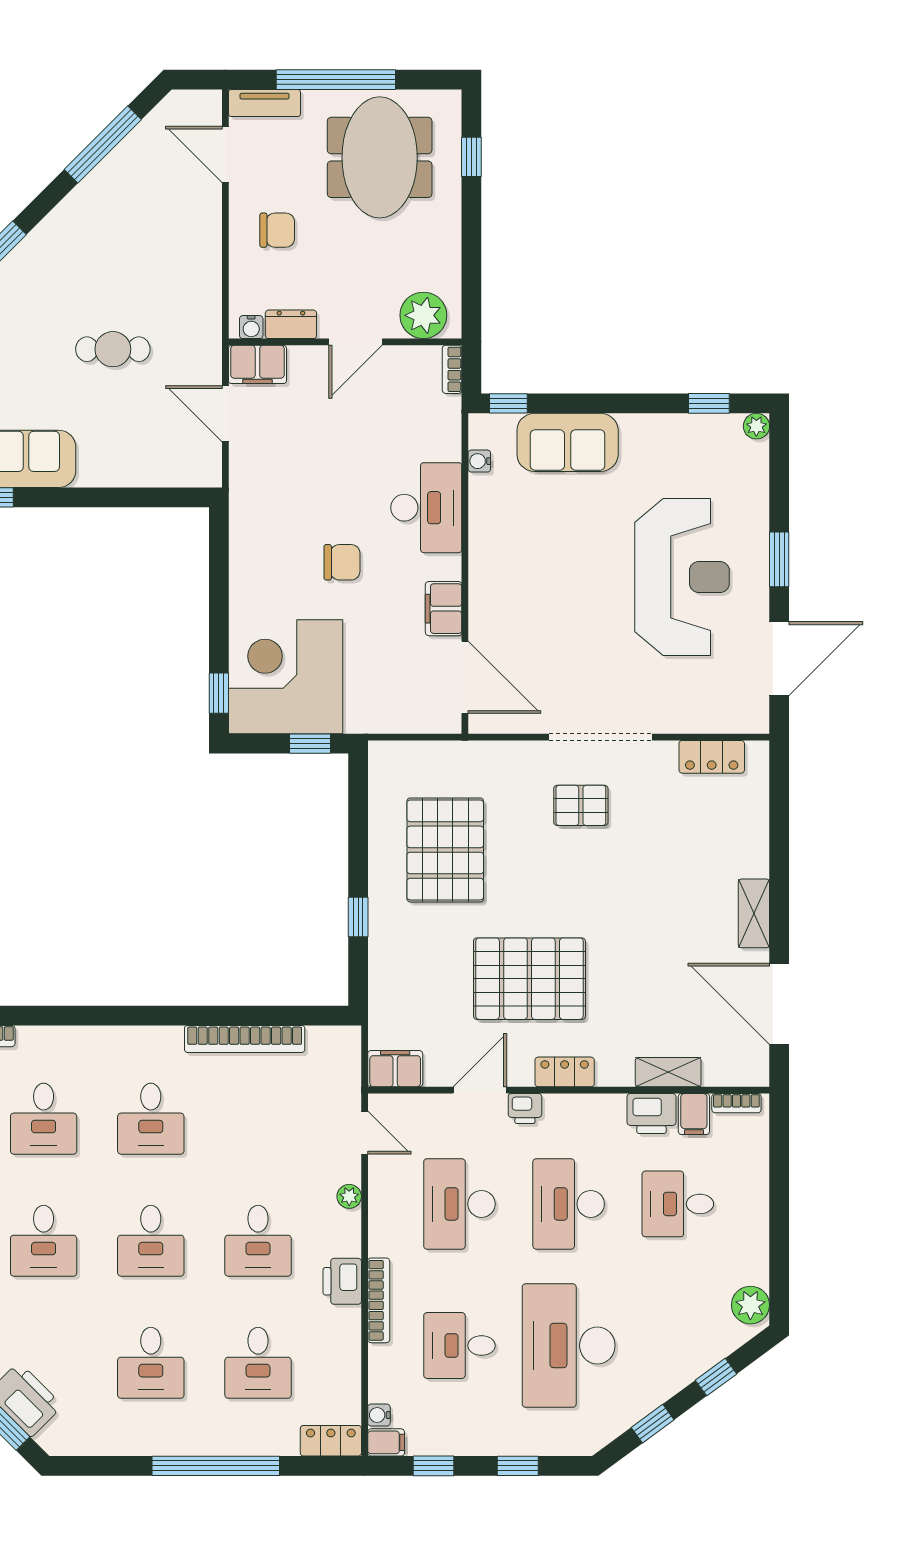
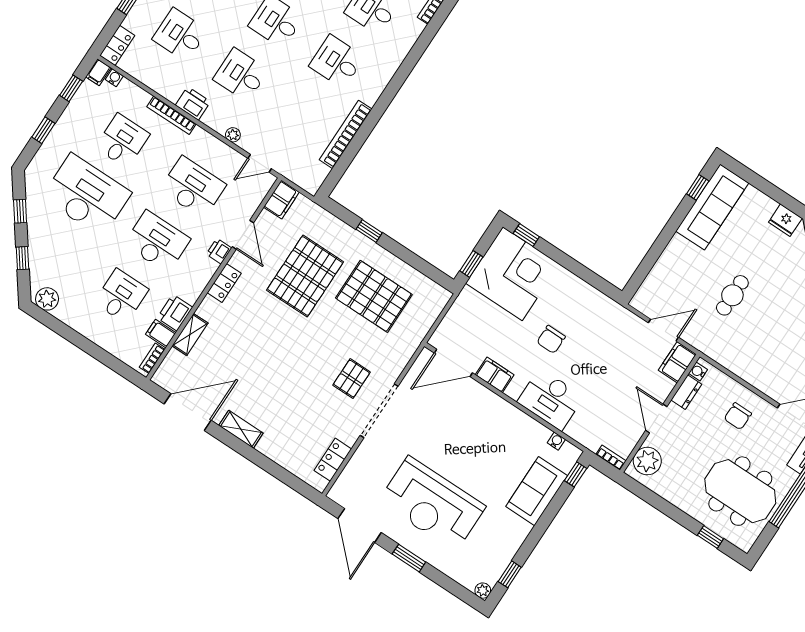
pallet: (529, 979) -> (305, 276), moved

